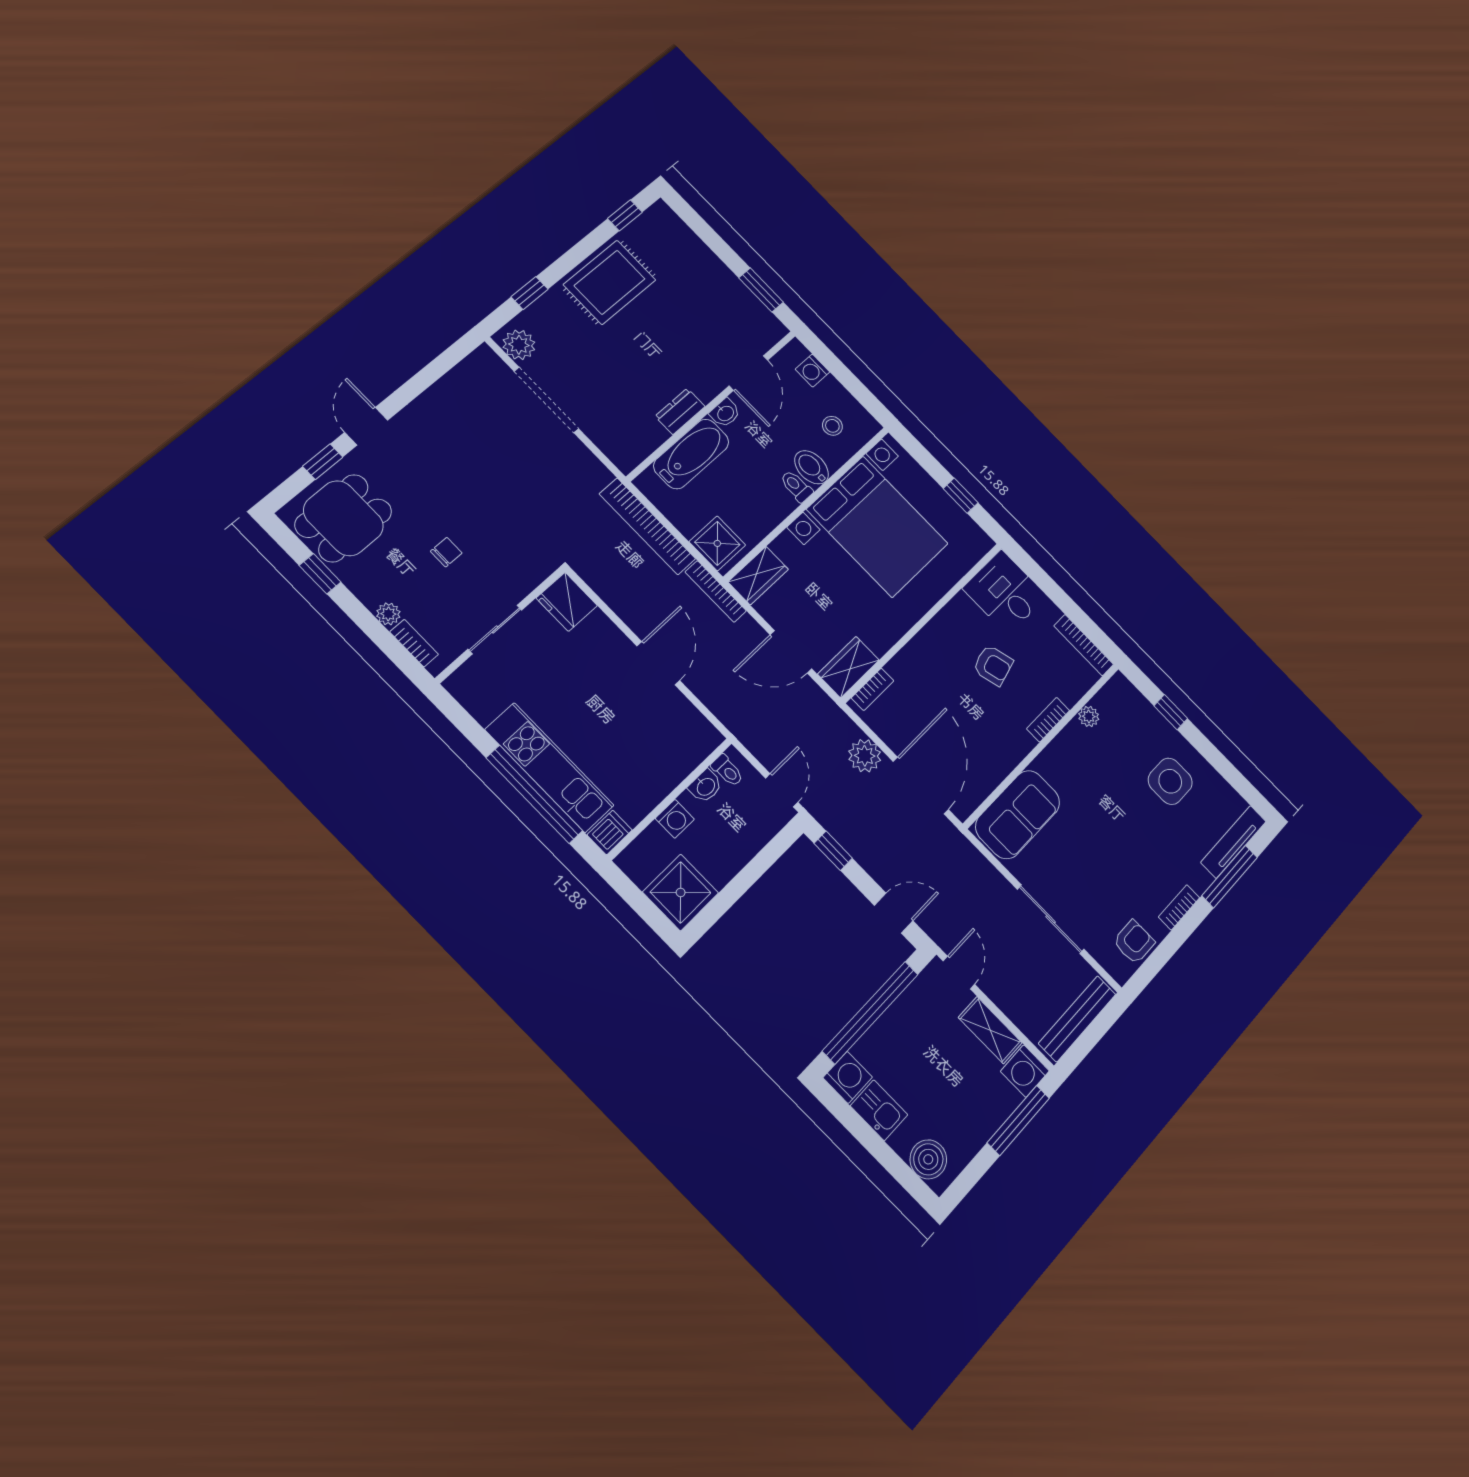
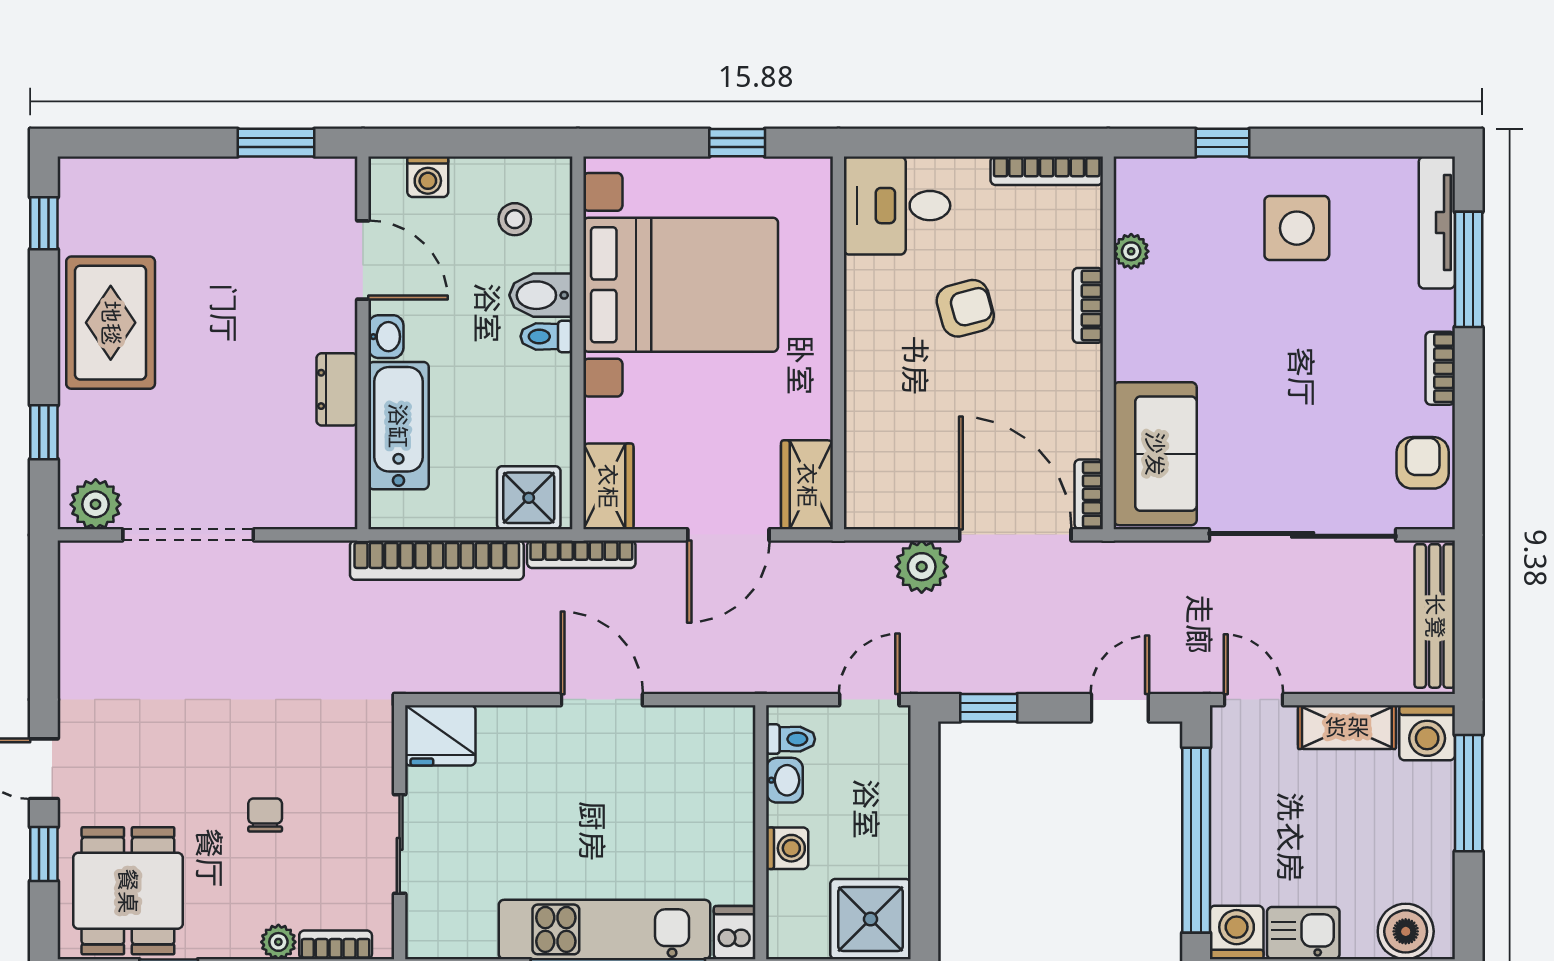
bookcase: (873, 689) -> (1089, 494), moved, turned 180
door: (782, 790) -> (869, 700), hinge flipped
sliding door: (1051, 919) -> (1303, 535), width x1.36

